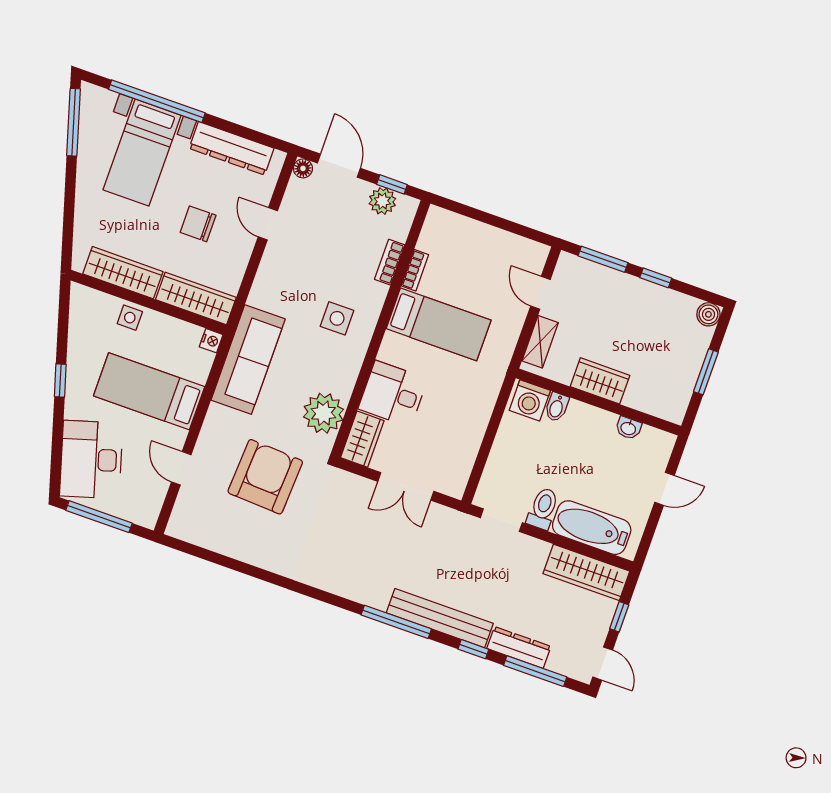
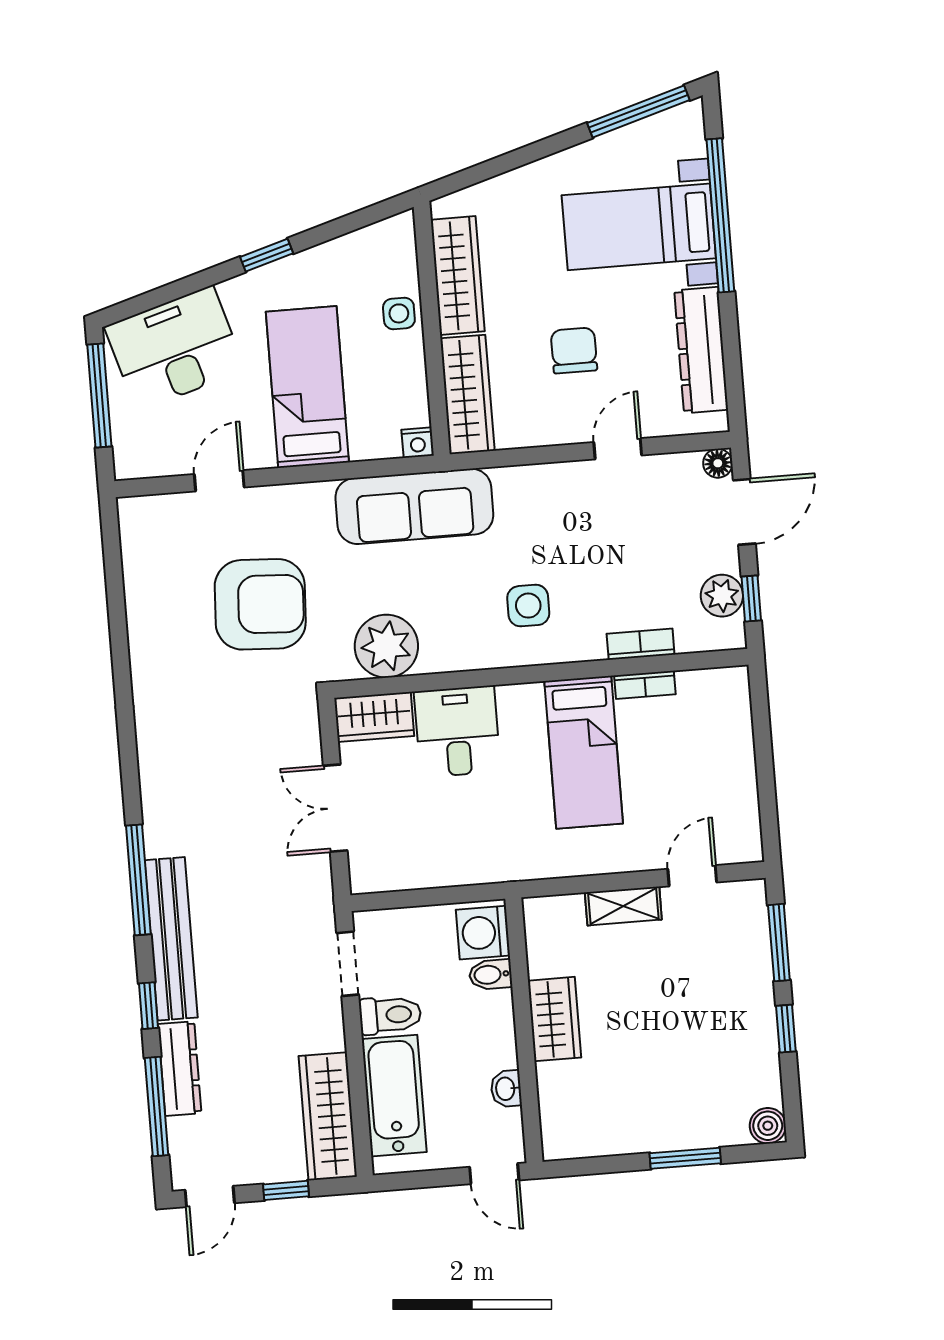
wardrobe: (600, 381) -> (555, 1019), moved
washing machine: (530, 400) -> (483, 933), moved
wall: (598, 402) -> (524, 1030), moved
bidet: (557, 407) -> (490, 975), moved
washbasin: (628, 428) -> (506, 1089), moved

